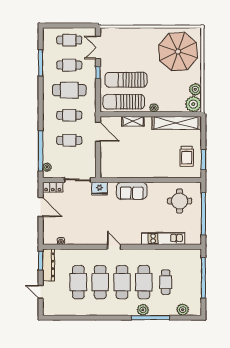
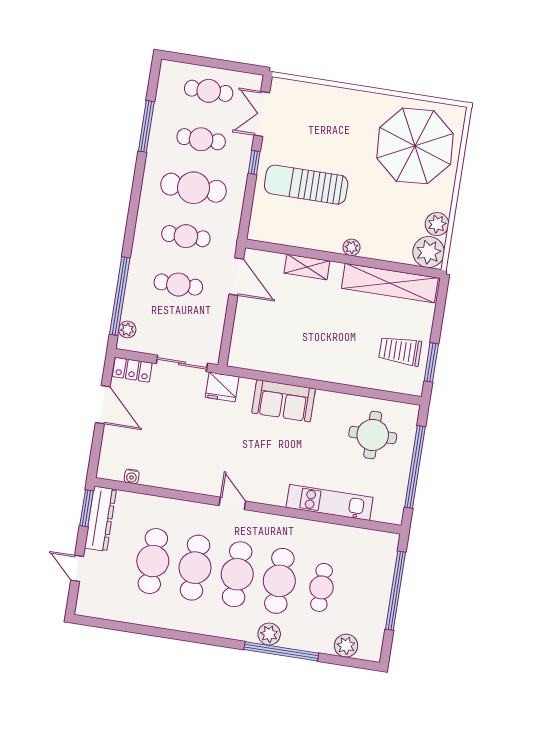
sun lounger: (124, 102) -> (295, 227), removed
trolley: (187, 156) -> (400, 351), turned 90

